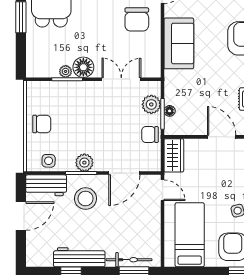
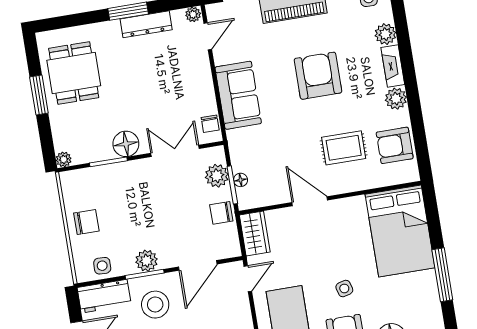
chair: (137, 19) -> (210, 124), moved, width x0.54, depth x0.54
plant: (66, 71) -> (64, 159), moved
door: (162, 190) -> (248, 279), hinge flipped

